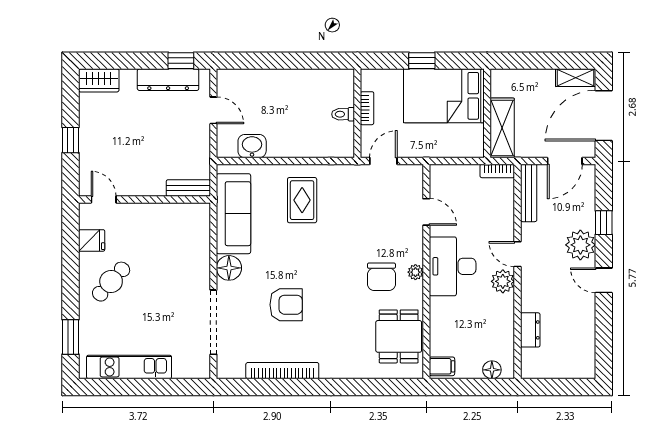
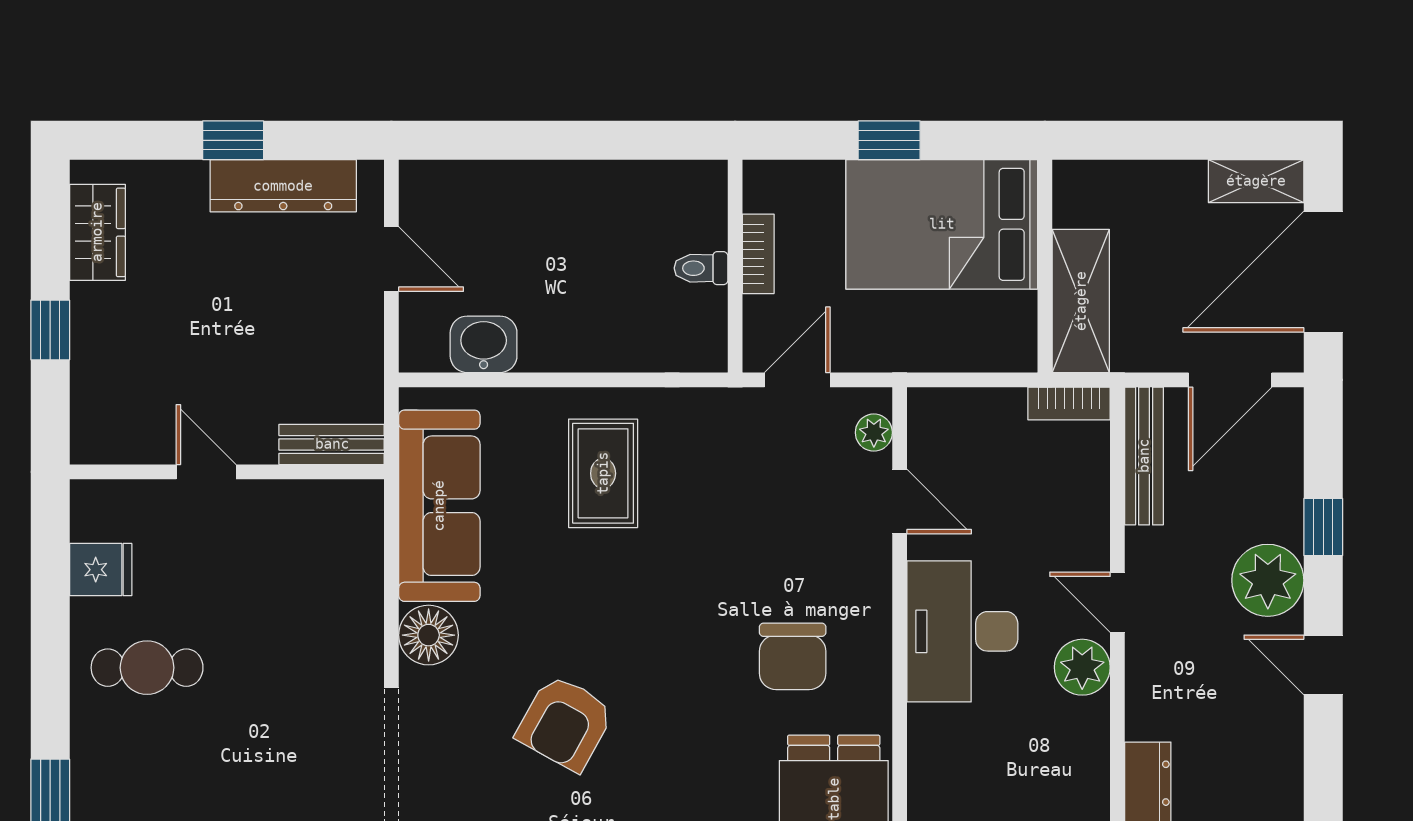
window: (181, 61) -> (233, 140), moved
wardrobe: (99, 80) -> (97, 232), moved, turned -90
door: (104, 199) -> (206, 472), moved
plant: (415, 272) -> (874, 433), moved
cafe table: (111, 282) -> (147, 668), turned 48
armchair: (286, 305) -> (565, 723), turned 119

